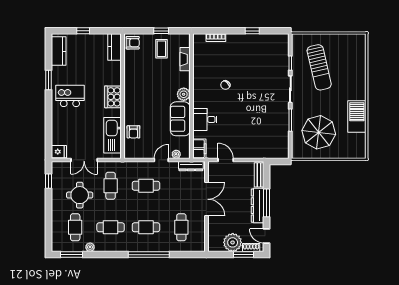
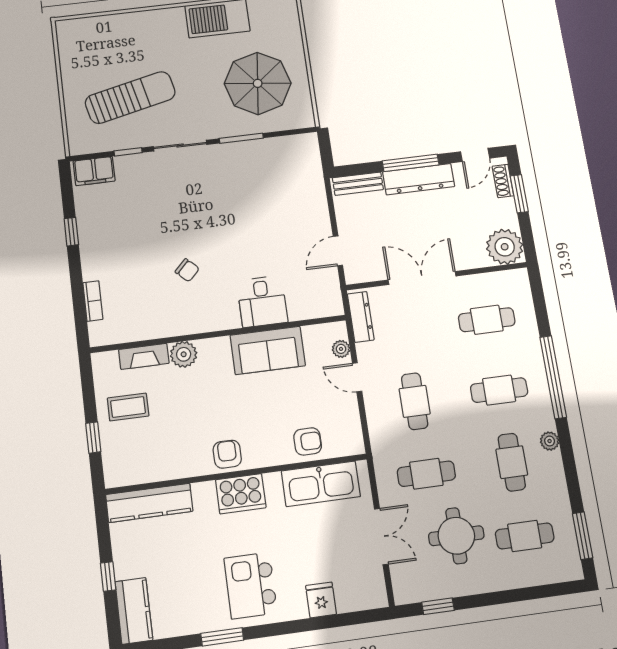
window: (161, 31) -> (93, 438), moved
armchair: (133, 43) -> (227, 454), moved
kitchen counter: (114, 47) -> (149, 503), width x1.50
kitchen counter: (59, 51) -> (134, 611), moved, turned 90
plant: (184, 94) -> (184, 354), moved
filing cabinet: (199, 149) -> (94, 171), moved, turned 180
fridge: (59, 152) -> (321, 600), moved
cafe table: (146, 227) -> (499, 390), turned 90
plant: (233, 242) -> (505, 247), moved
plant: (90, 247) -> (550, 441), moved

